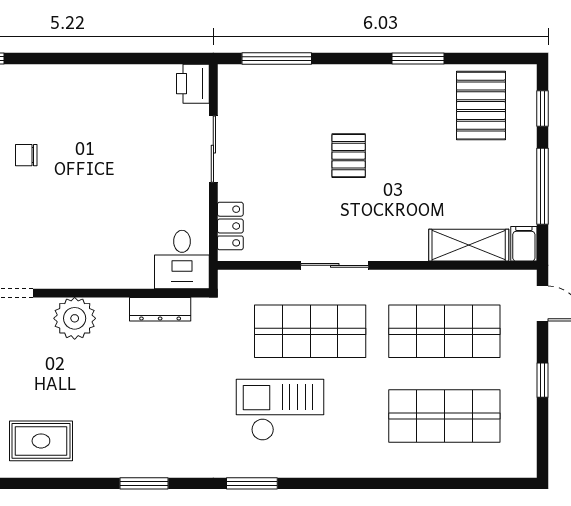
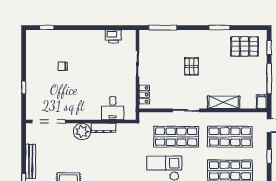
printer: (193, 84) -> (113, 36), moved, turned -90
pallet: (481, 106) -> (245, 46), turned 90
shelving: (469, 245) -> (224, 102), moved
desk: (182, 260) -> (113, 108), moved
dresser: (160, 309) -> (103, 128), moved

